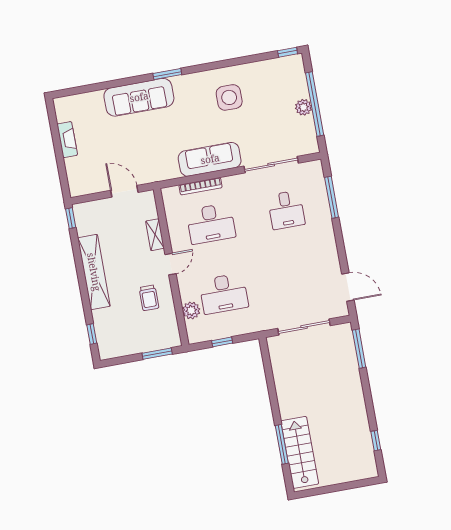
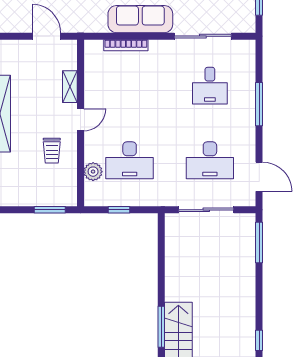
window: (332, 197) -> (259, 104), moved
desk: (211, 224) -> (210, 160), moved

